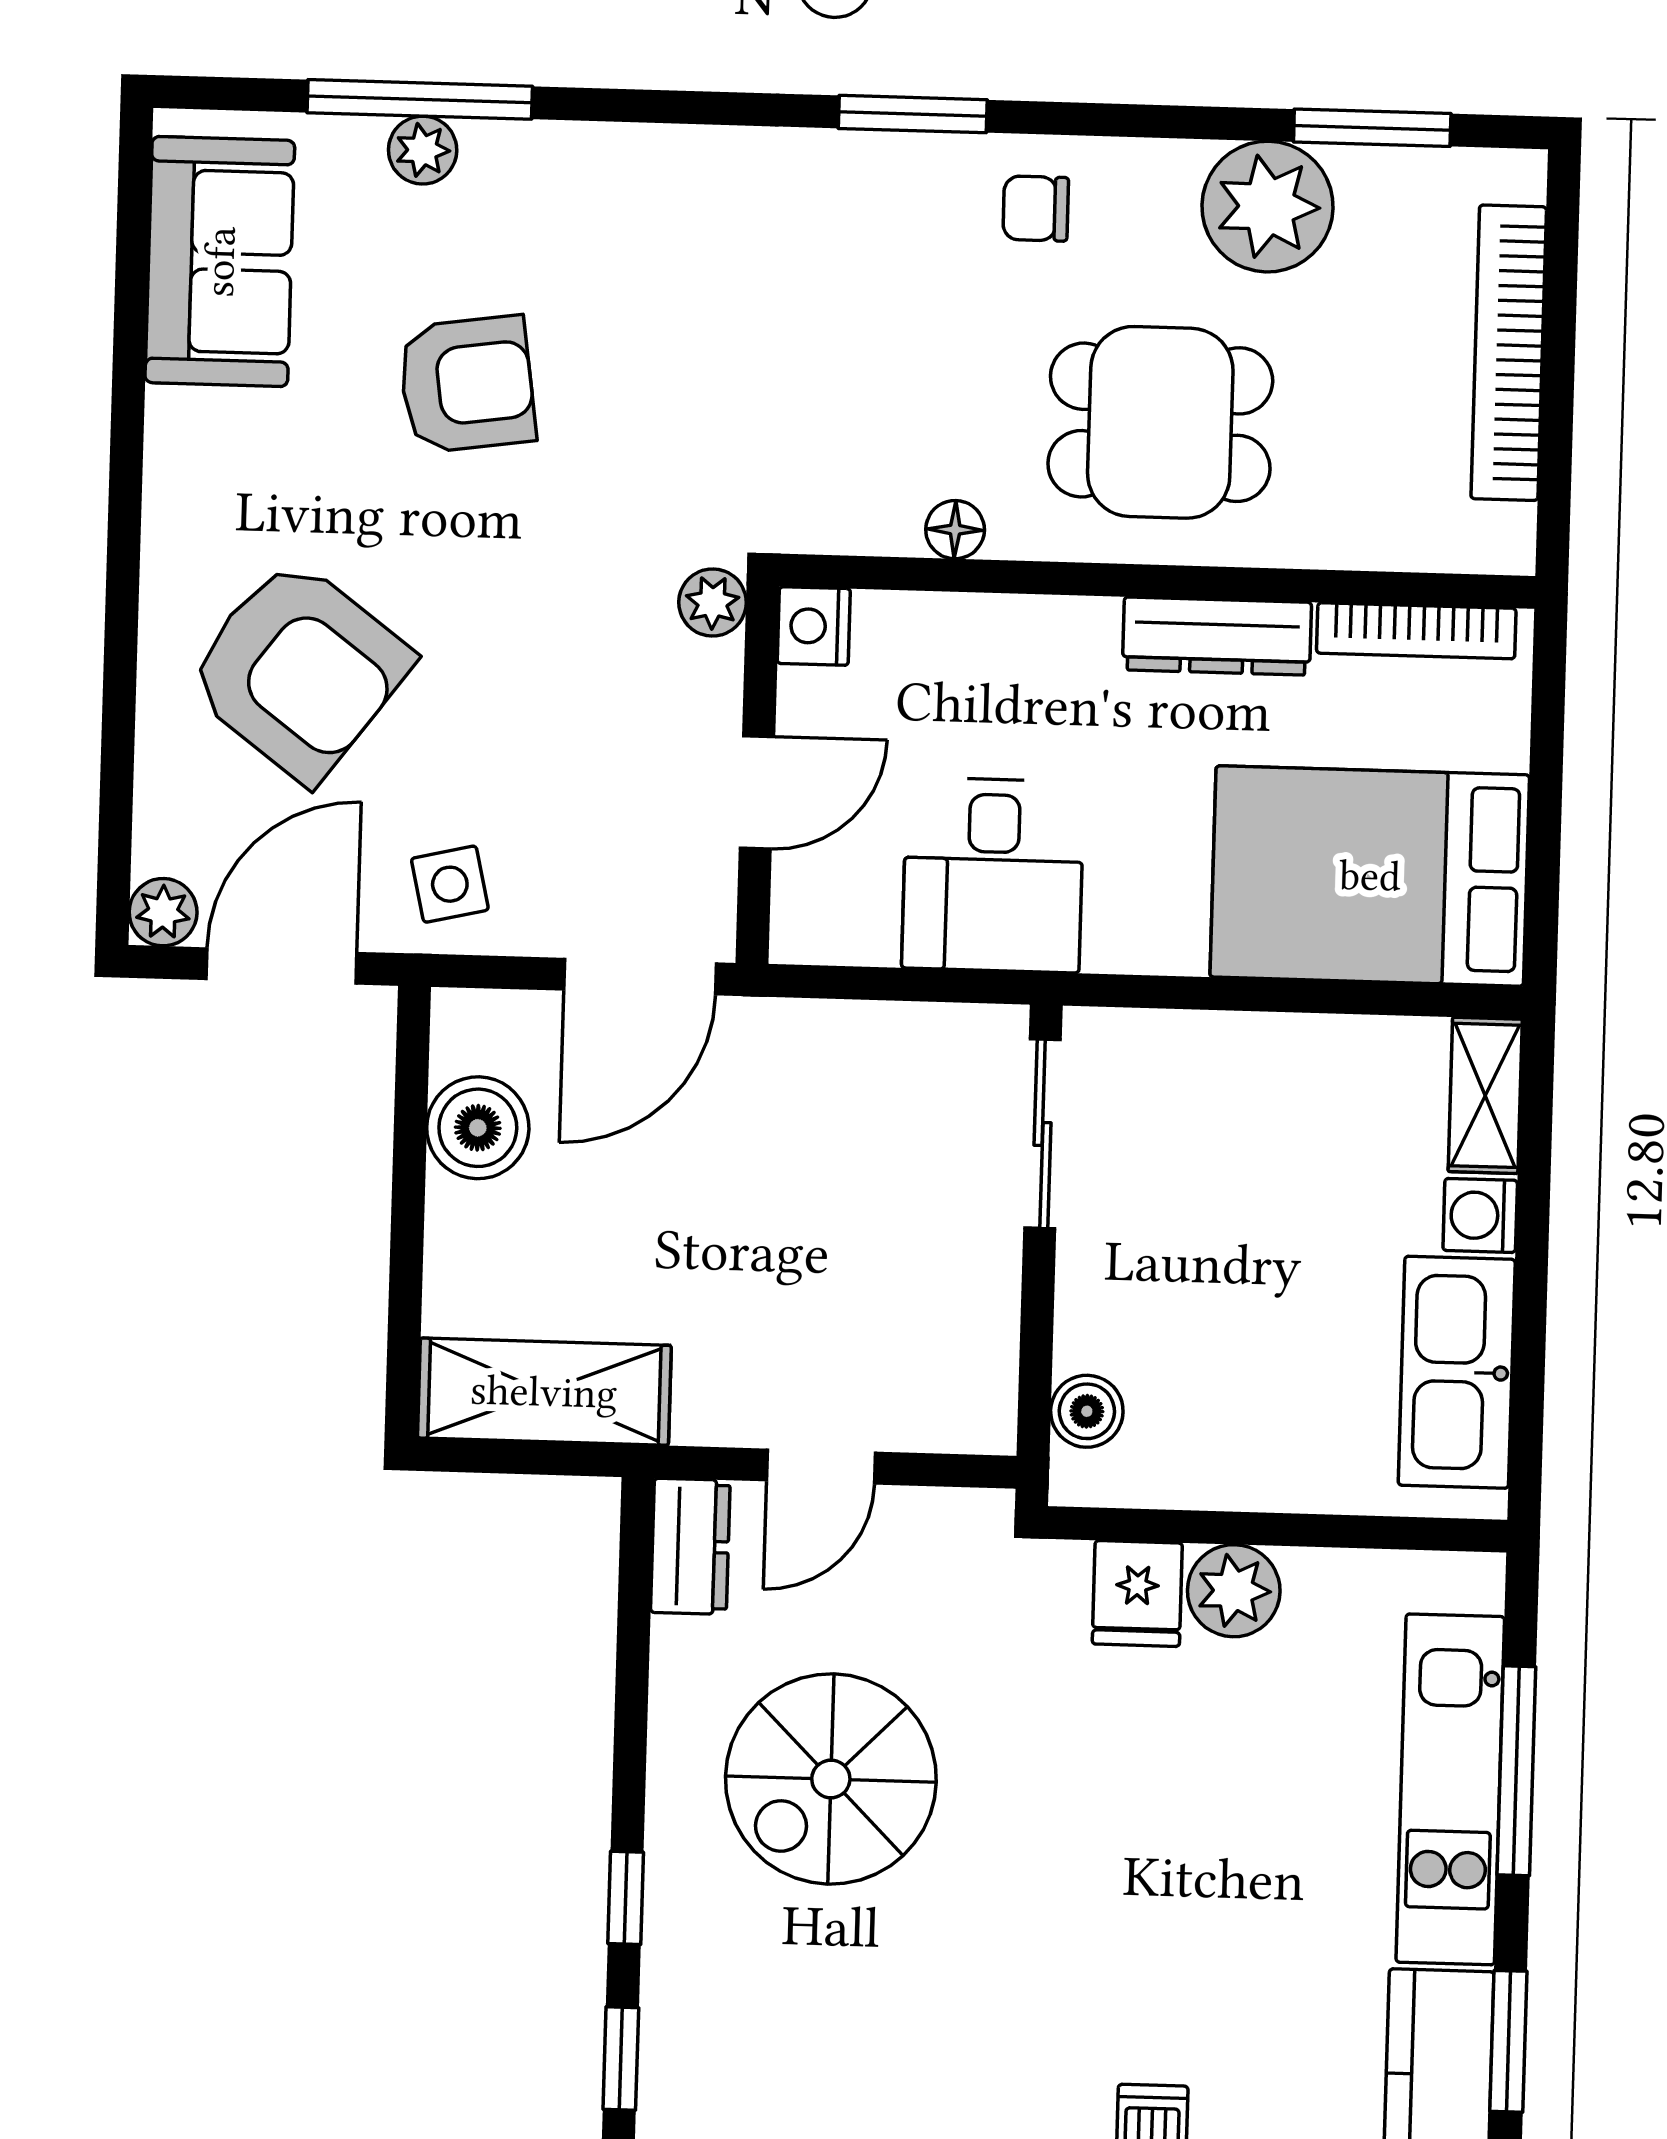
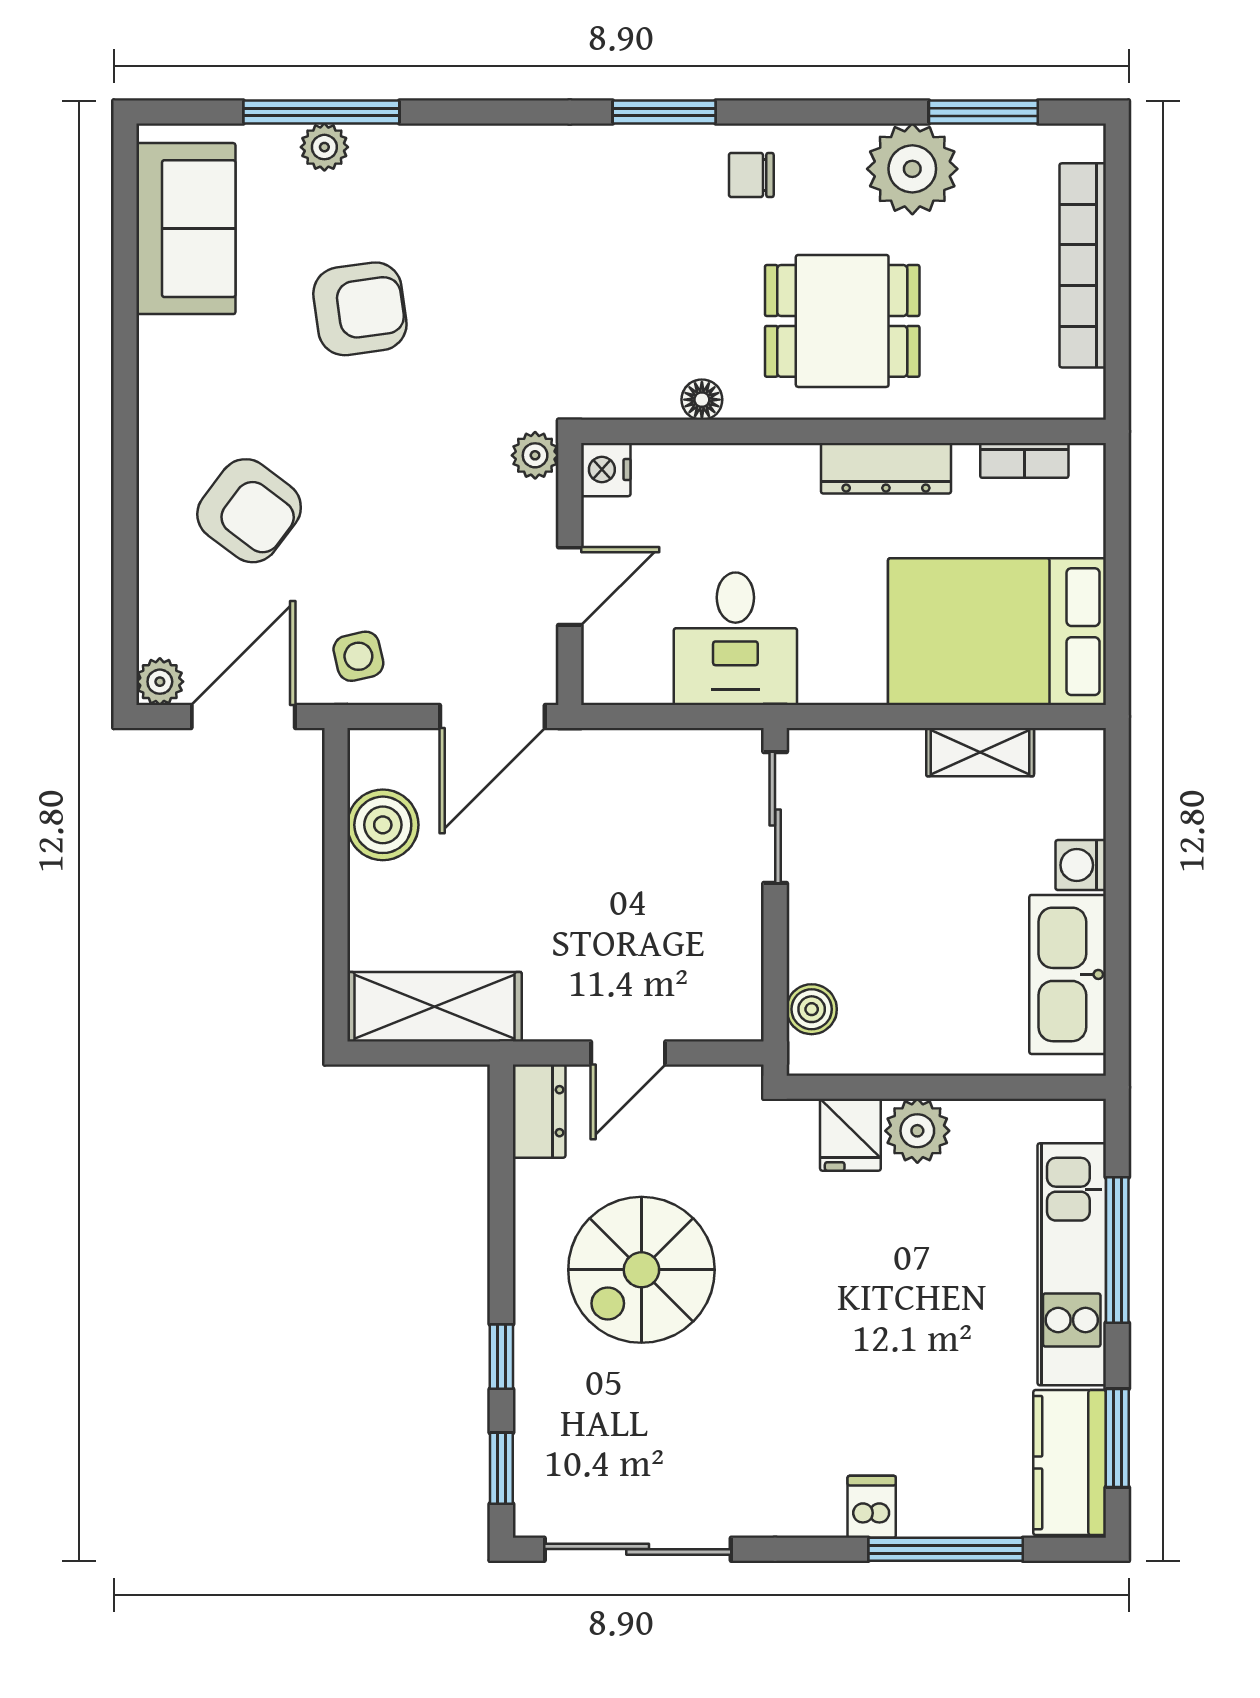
bookcase: (1416, 631) -> (1024, 460), width x0.64
armchair: (299, 670) -> (249, 511), width x0.73, depth x0.73
shelving: (1485, 1095) -> (980, 752), moved, turned 90

